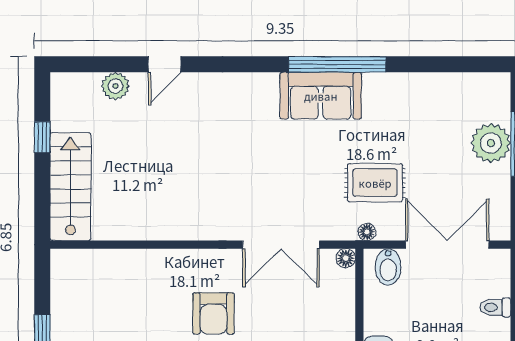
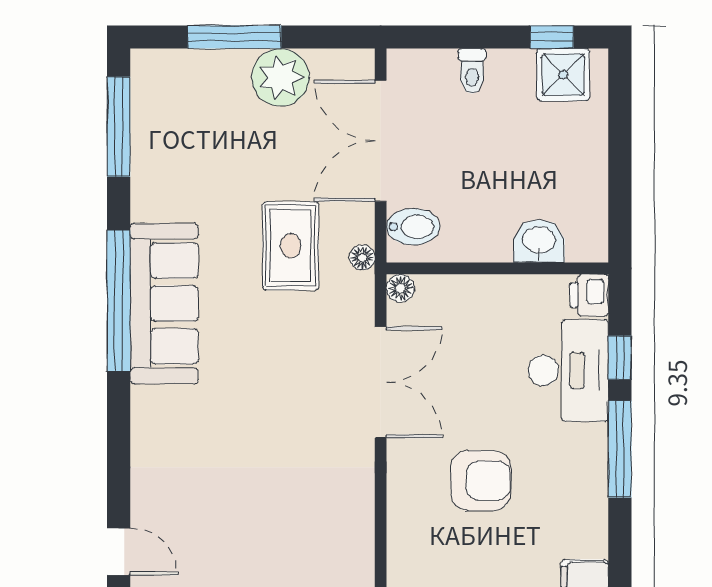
window: (457, 64) -> (119, 127), added
sofa: (321, 96) -> (164, 303), width x1.36
plant: (491, 143) -> (280, 77), moved

